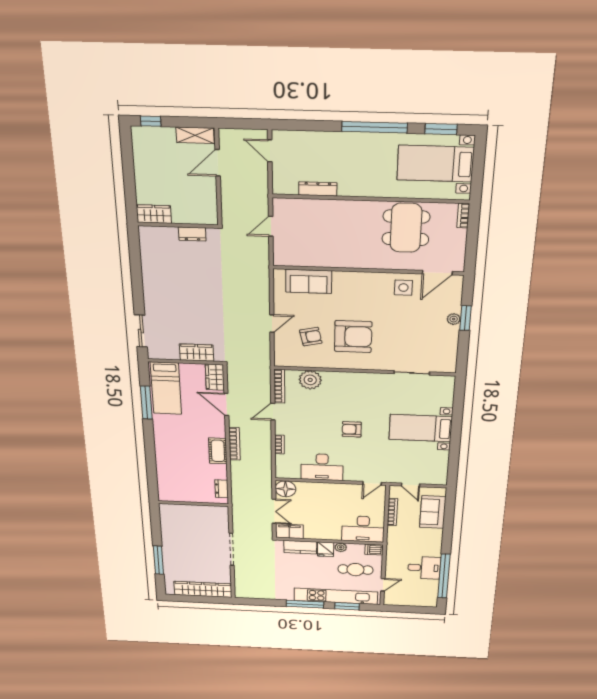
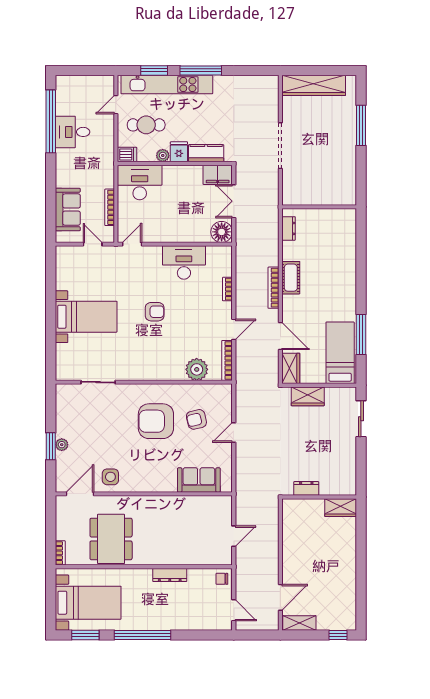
chair: (283, 184) -> (222, 579), added
dresser: (318, 189) -> (170, 575), moved
wardrobe: (154, 214) -> (341, 508), moved
wall: (178, 225) -> (319, 497), moved
dresser: (192, 234) -> (306, 488), moved

